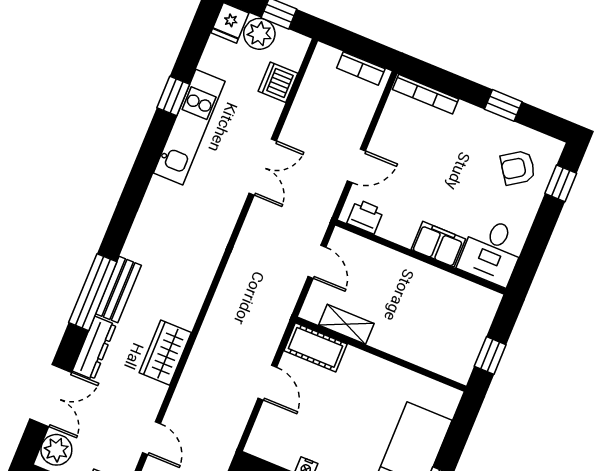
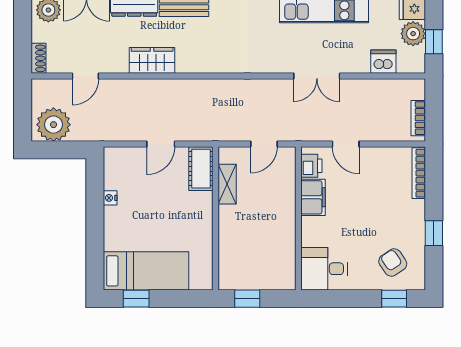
filing cabinet: (438, 244) -> (313, 197), moved

